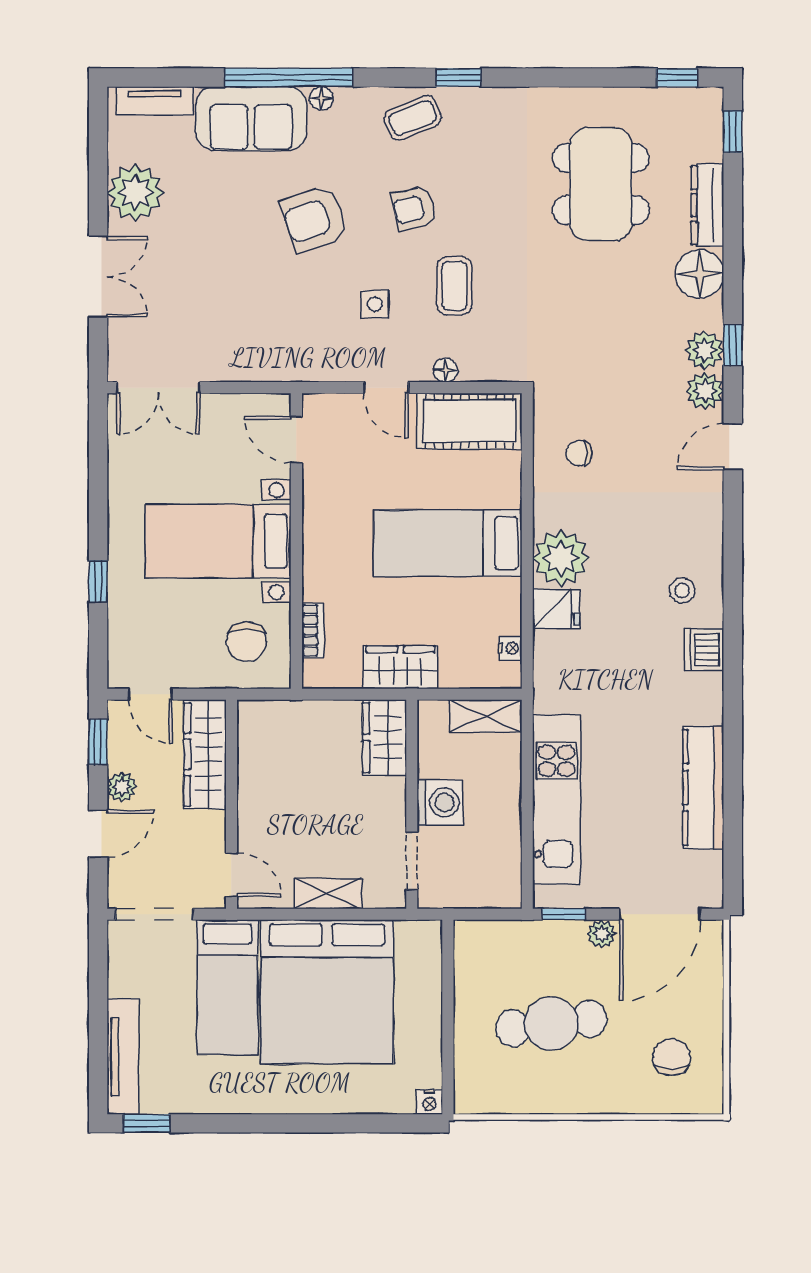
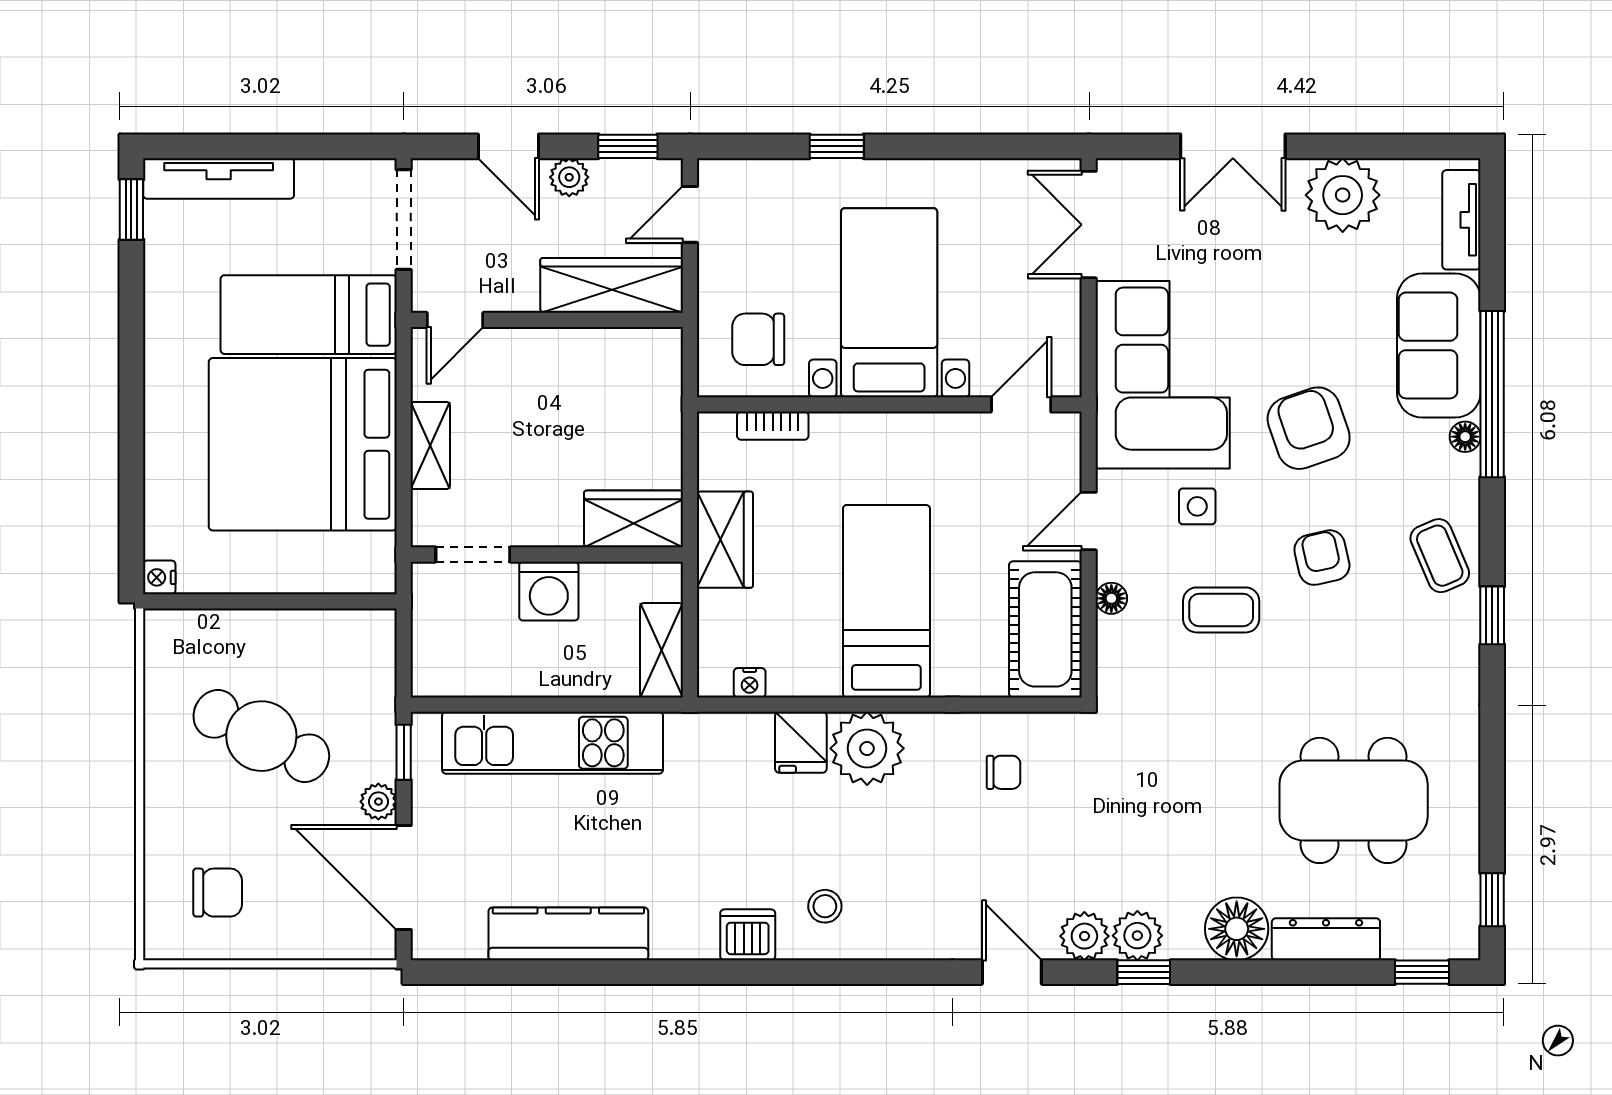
corner sofa: (274, 331) -> (1163, 375), added
chair: (579, 453) -> (1003, 772), turned 90
cafe table: (551, 1024) -> (261, 736), turned -57

